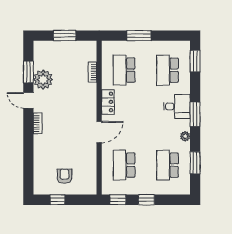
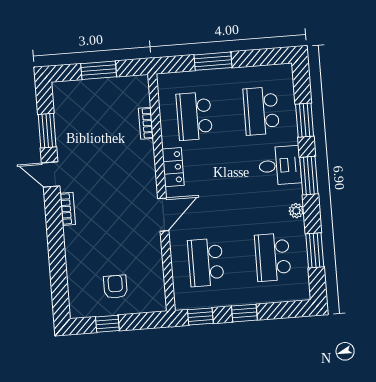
window: (195, 61) -> (305, 120), moved
plant: (43, 79) -> (71, 140), removed

